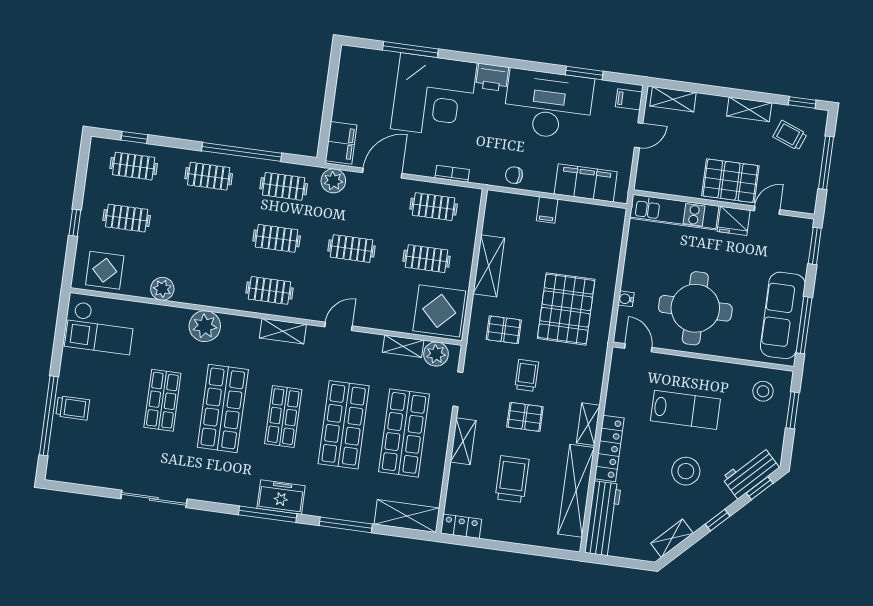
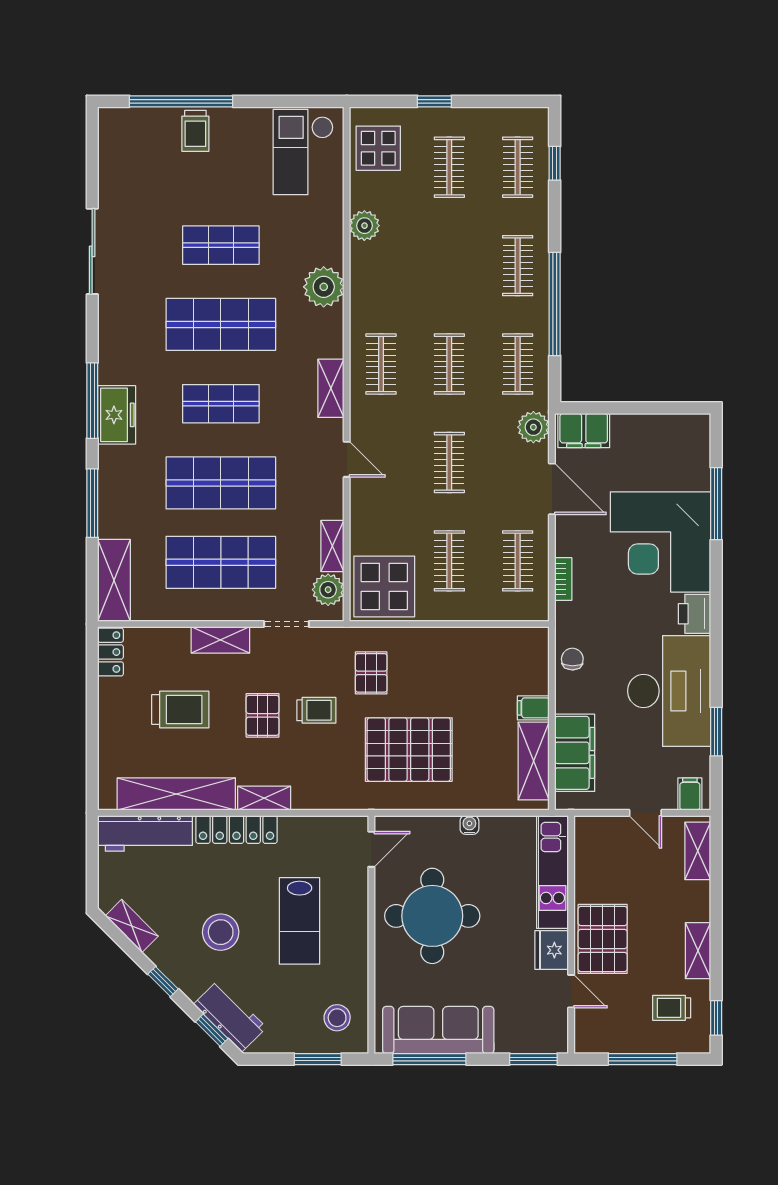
trolley: (790, 135) -> (672, 1008), turned -111
shelving: (489, 266) -> (534, 761), moved, turned 90
water cooler: (626, 299) -> (469, 825), moved

